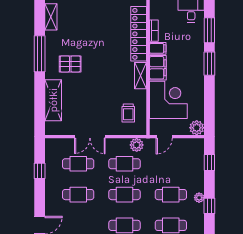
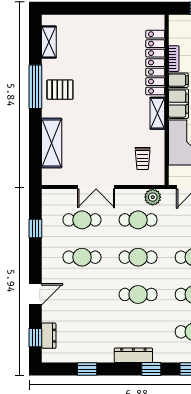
pallet: (70, 64) -> (60, 90), moved

